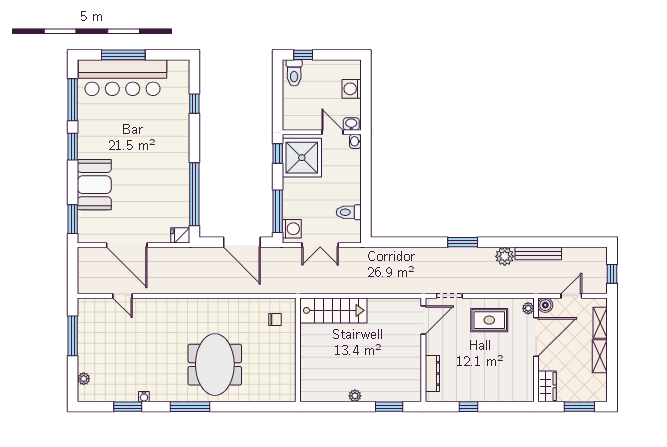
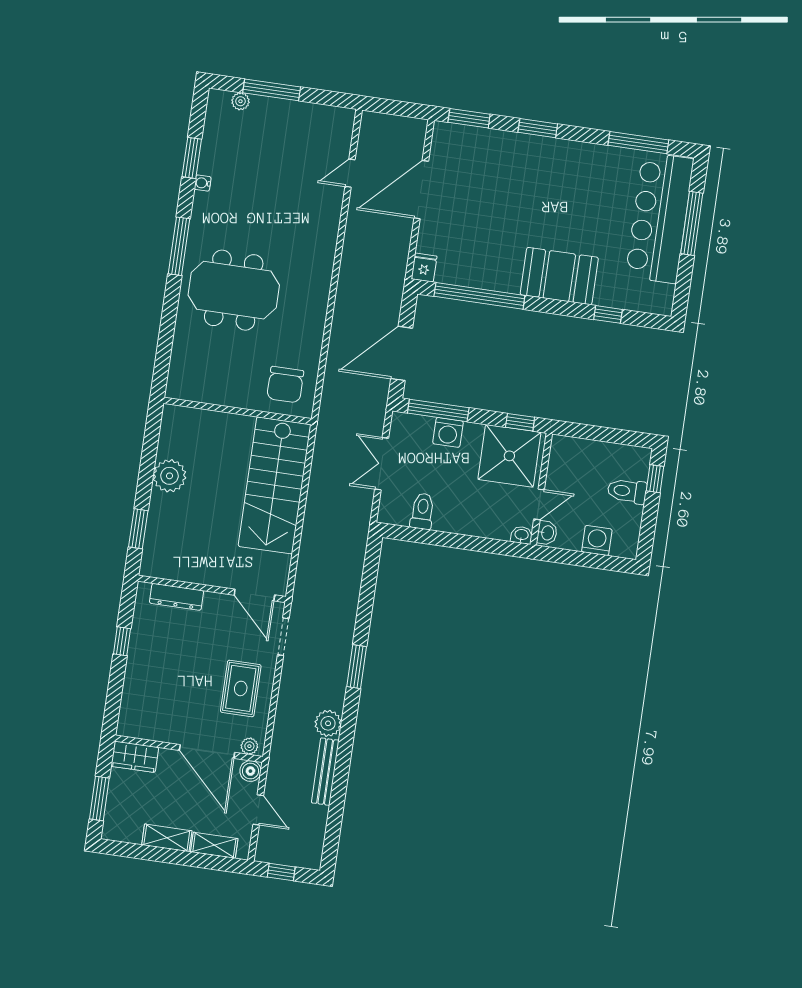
toilet: (294, 73) -> (627, 491), moved
window: (73, 147) -> (538, 128), moved
booth: (94, 185) -> (559, 276), moved
washing machine: (292, 229) -> (448, 432), moved
stairs: (333, 310) -> (275, 485), width x1.36, depth x1.51
chair: (275, 320) -> (285, 385), width x1.87, depth x1.87
window: (73, 336) -> (272, 90), moved
plant: (355, 396) -> (169, 476), width x1.88, depth x1.88

